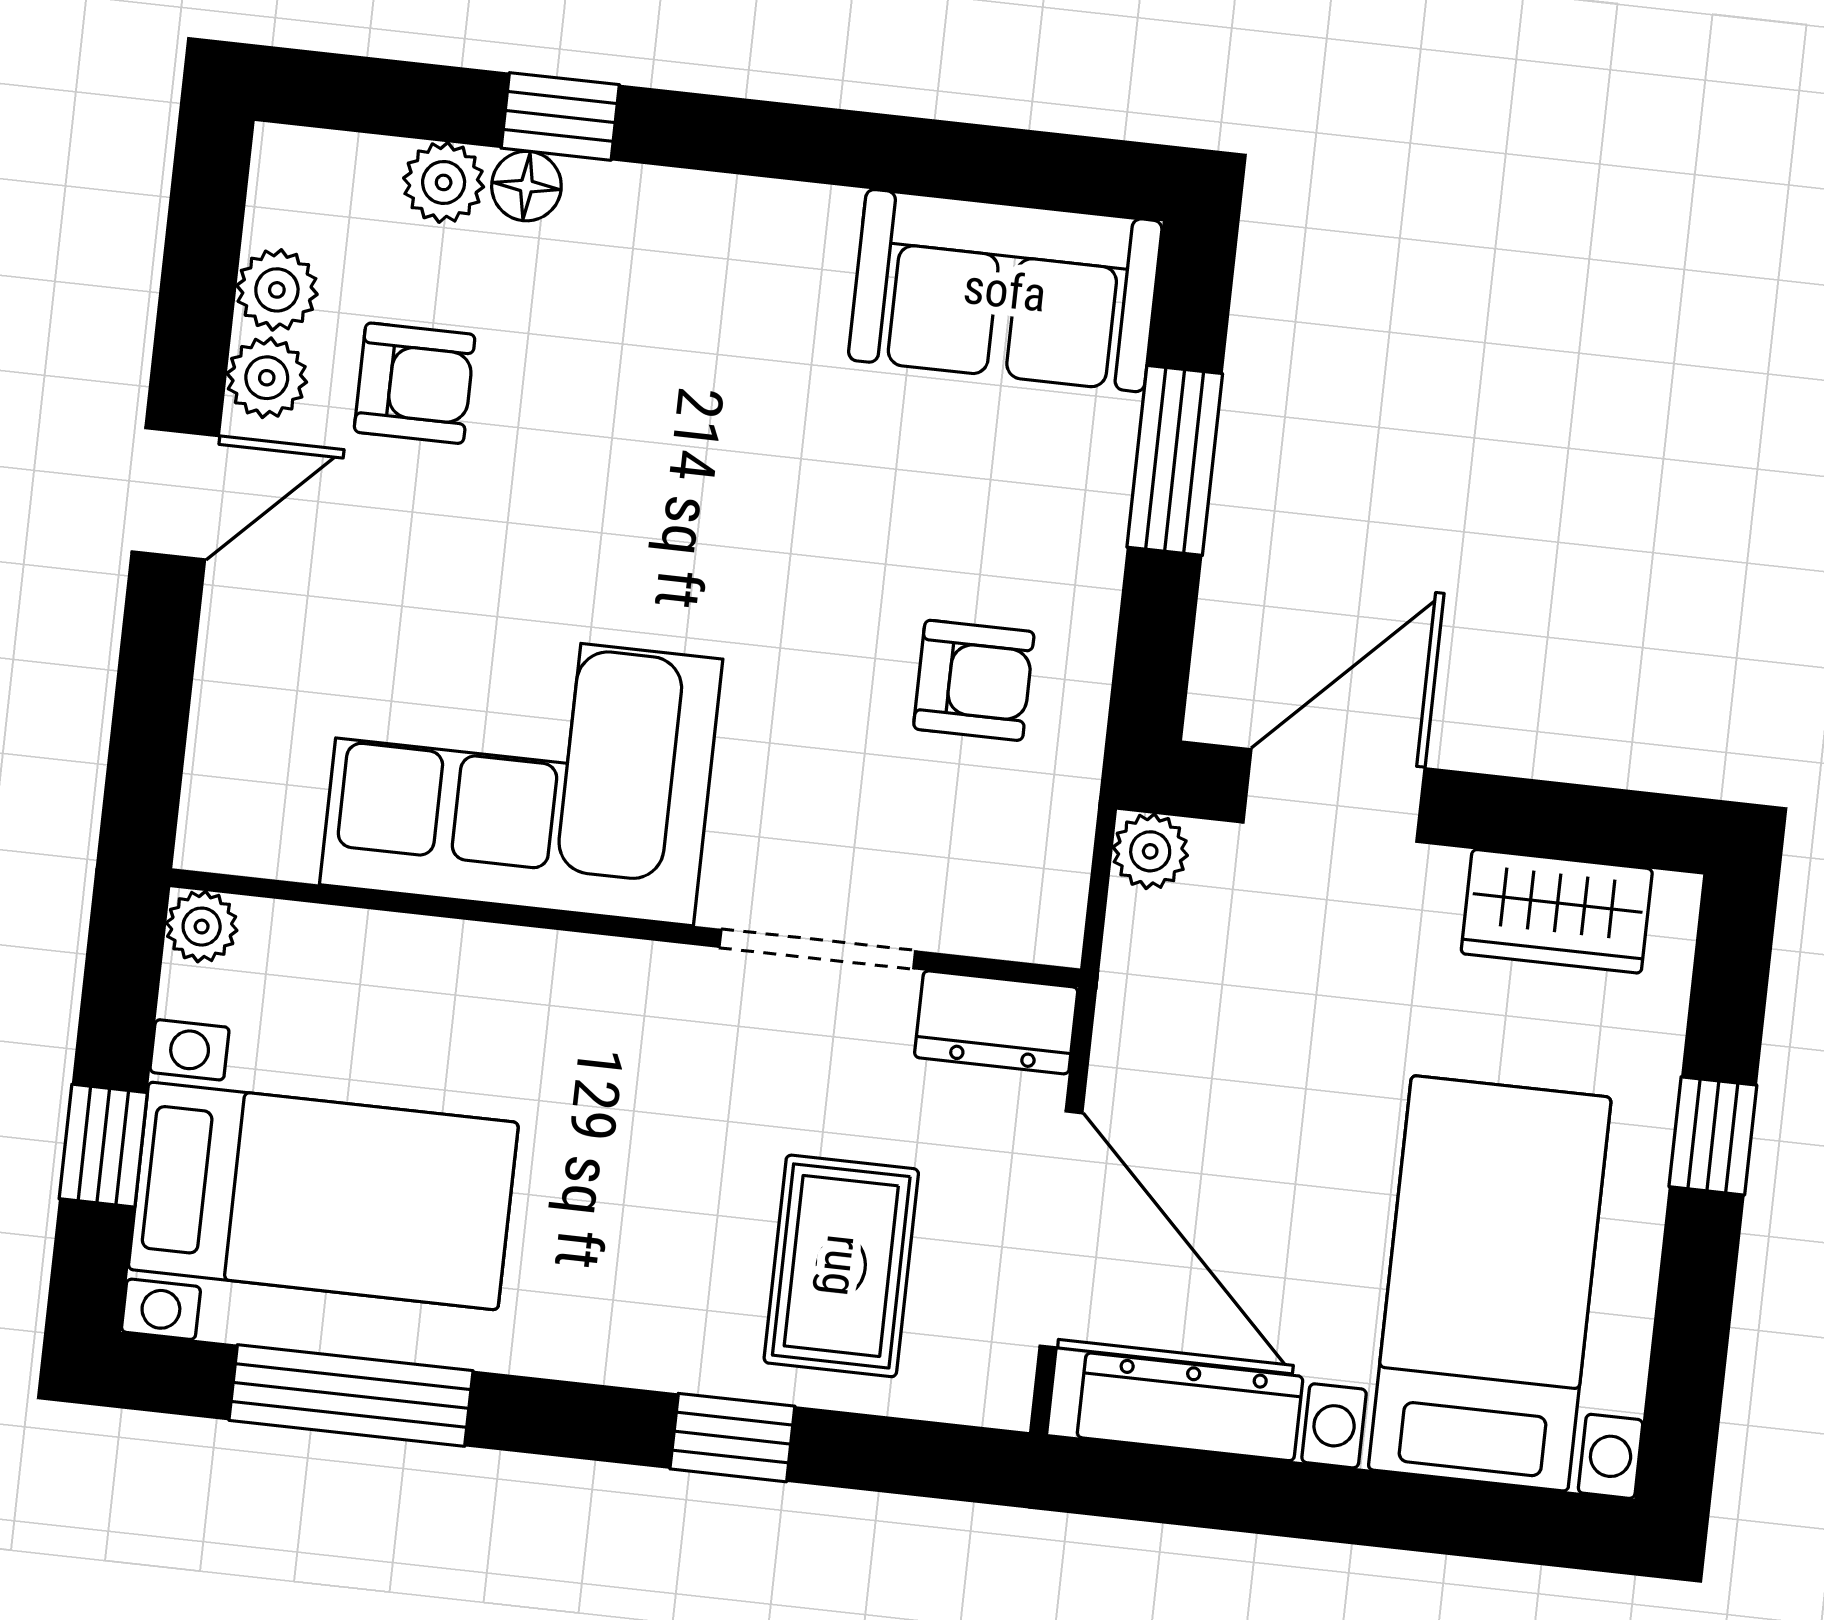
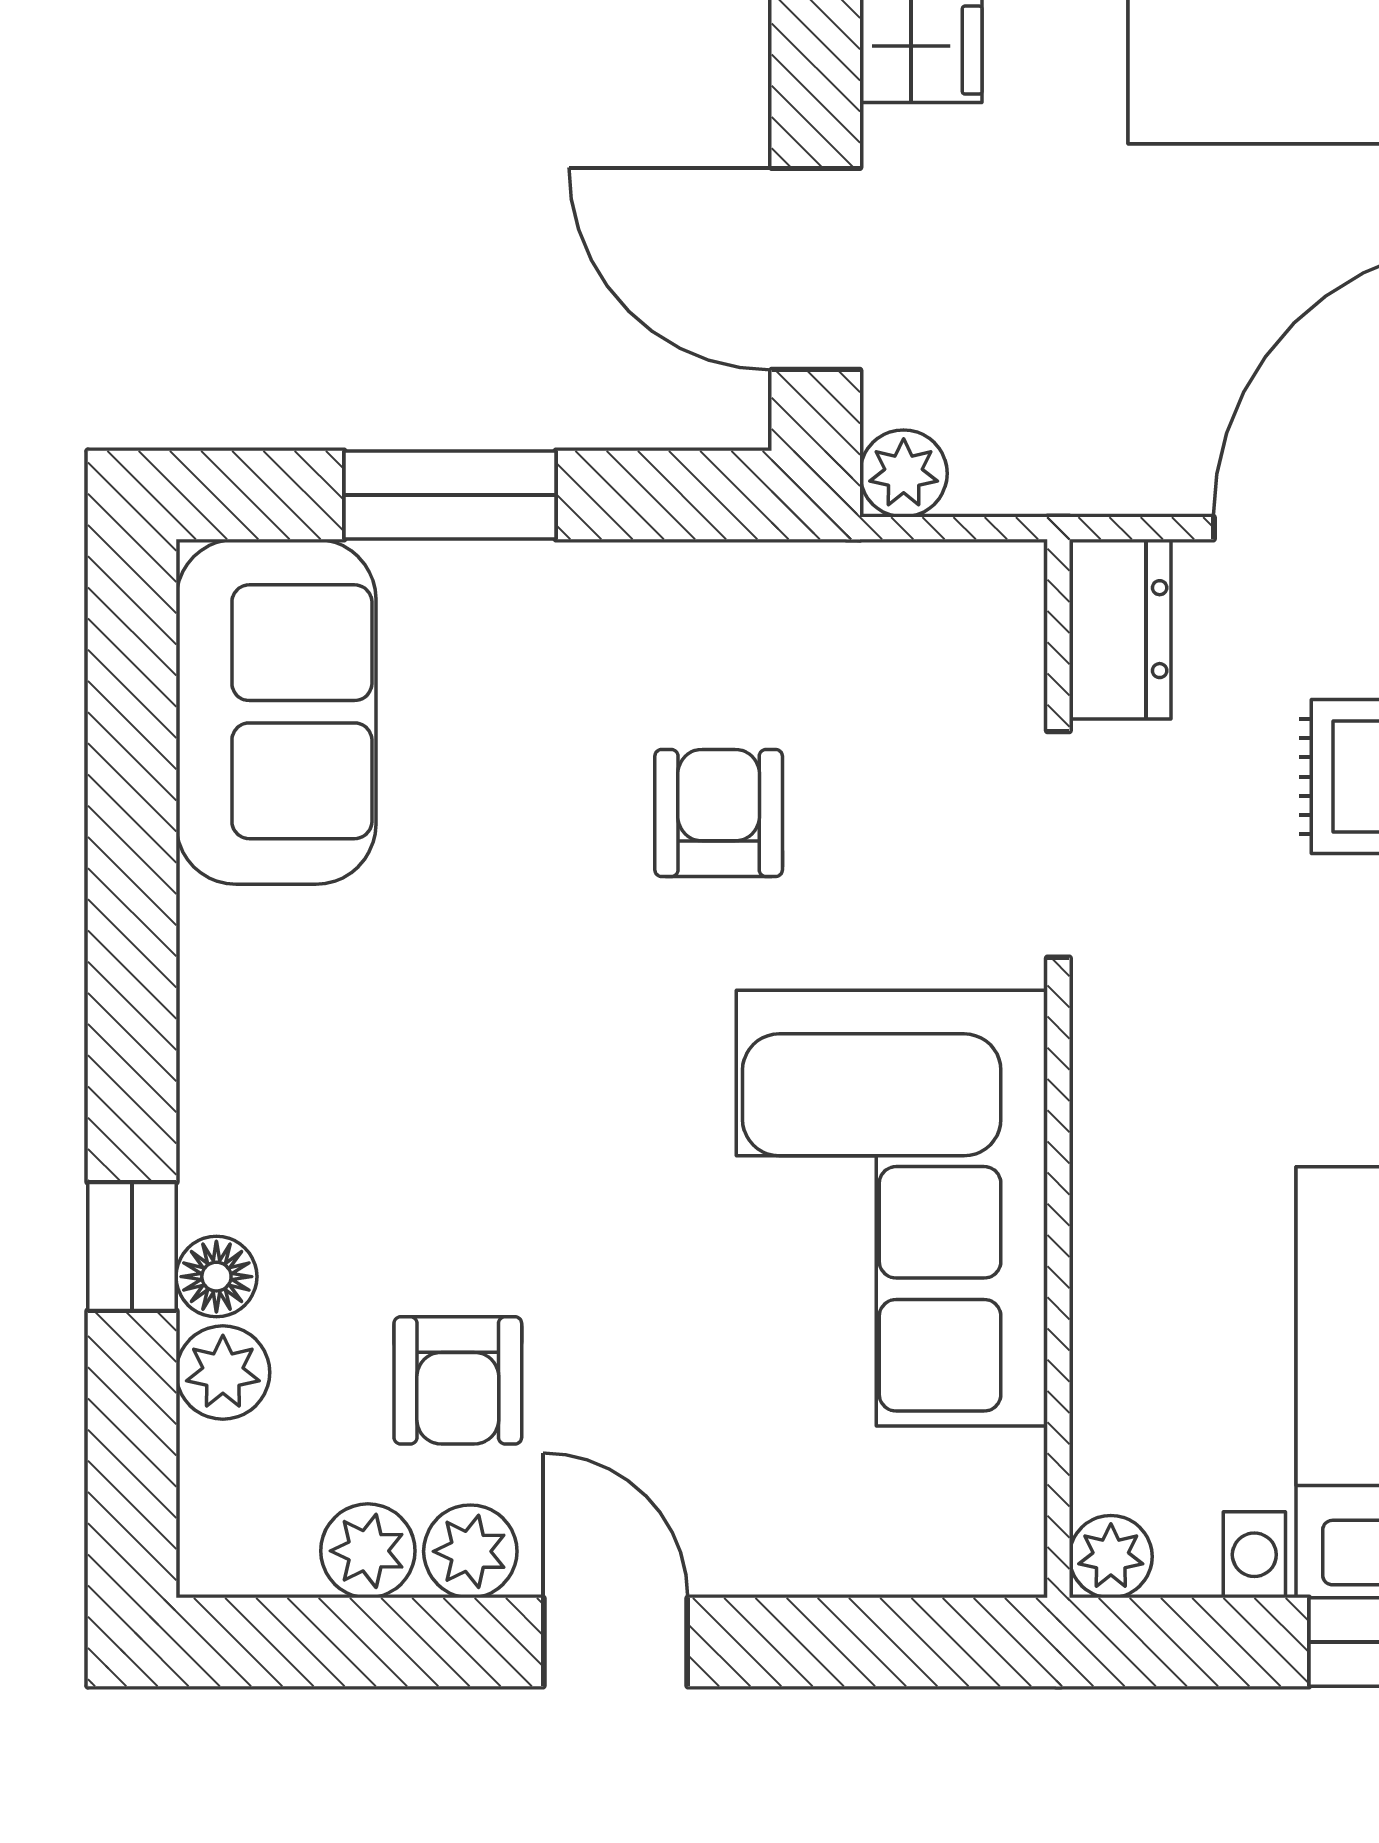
armchair: (415, 383) -> (458, 1380), turned 180
armchair: (974, 680) -> (719, 813), moved

